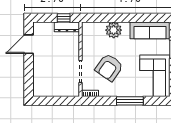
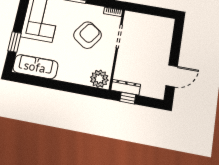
plant: (114, 30) -> (99, 79), moved

